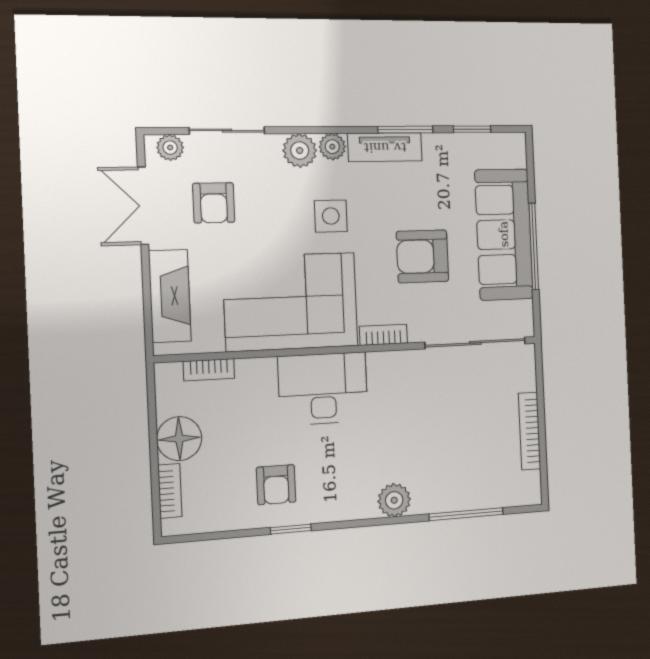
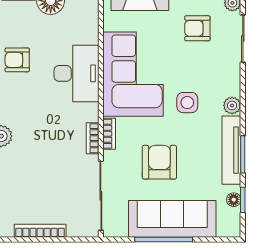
floor lamp: (472, 143) -> (234, 200), added
tv unit: (385, 147) -> (231, 150), width x1.41
plant: (300, 151) -> (230, 84), removed
bookcase: (209, 370) -> (93, 138), moved
desk: (323, 389) -> (77, 73), moved

